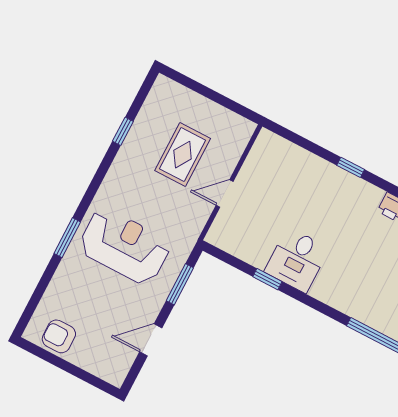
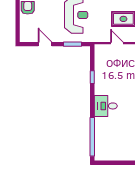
desk: (297, 260) -> (106, 106), moved

